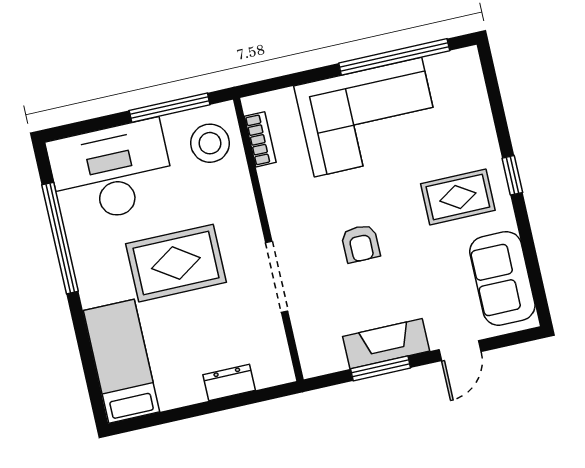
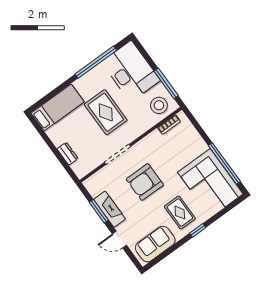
corner sofa: (368, 117) -> (210, 183), moved
armchair: (361, 244) -> (145, 182), width x1.88, depth x1.88

